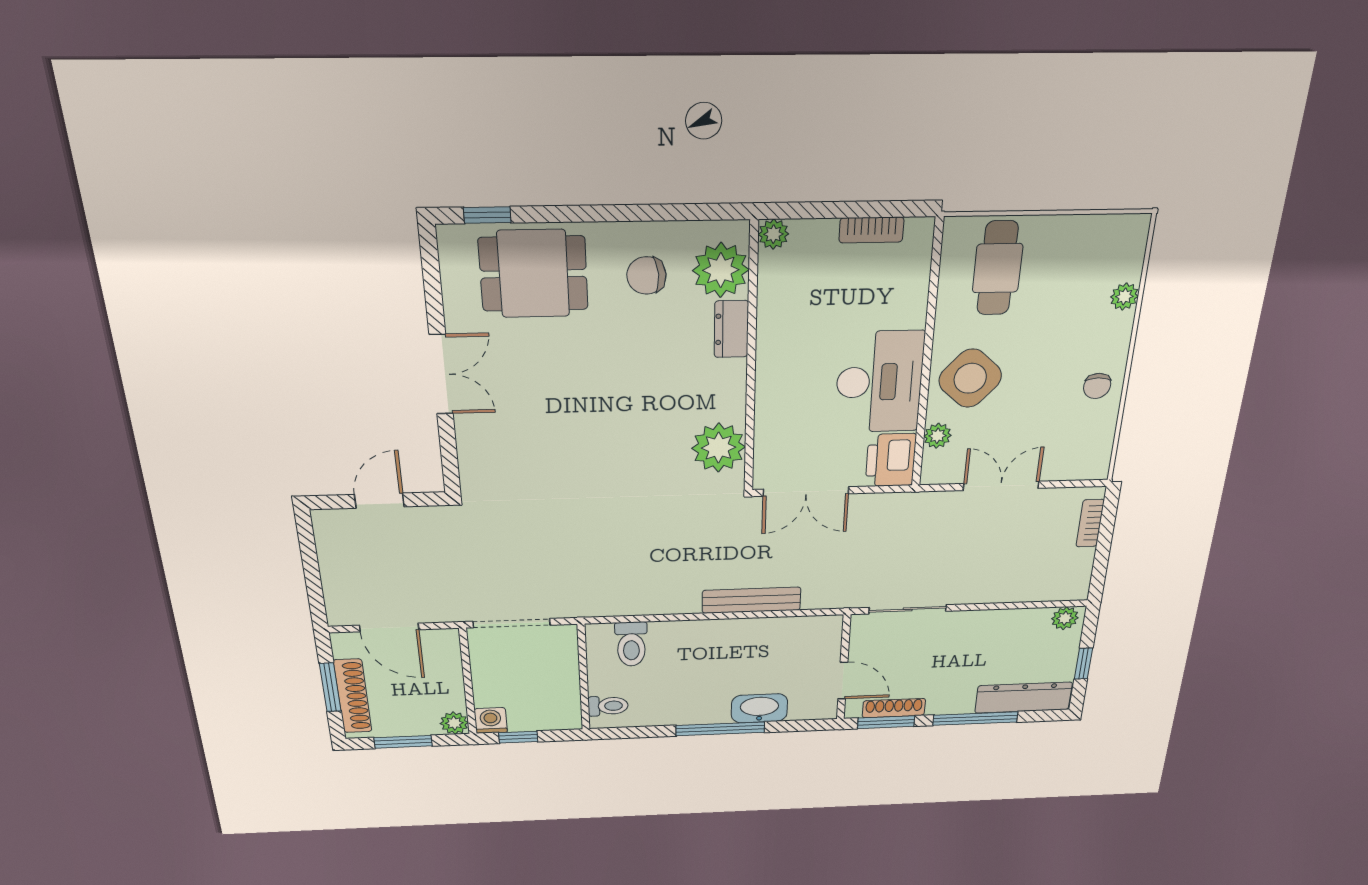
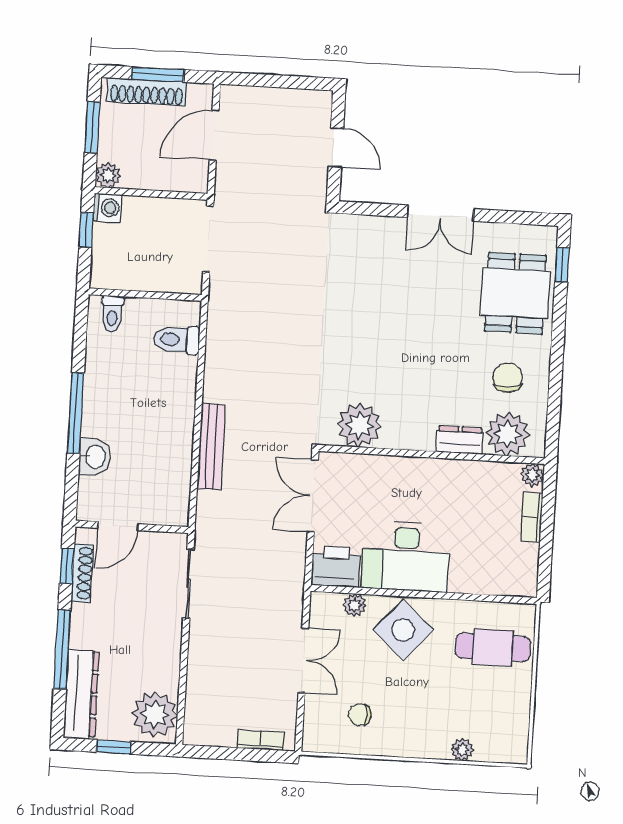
bookcase: (871, 230) -> (532, 517), moved
chair: (1097, 386) -> (360, 715), moved
plant: (1065, 618) -> (155, 714), width x1.87, depth x1.87
washbasin: (759, 708) -> (95, 457), width x0.72
window: (886, 722) -> (67, 566), width x0.67

